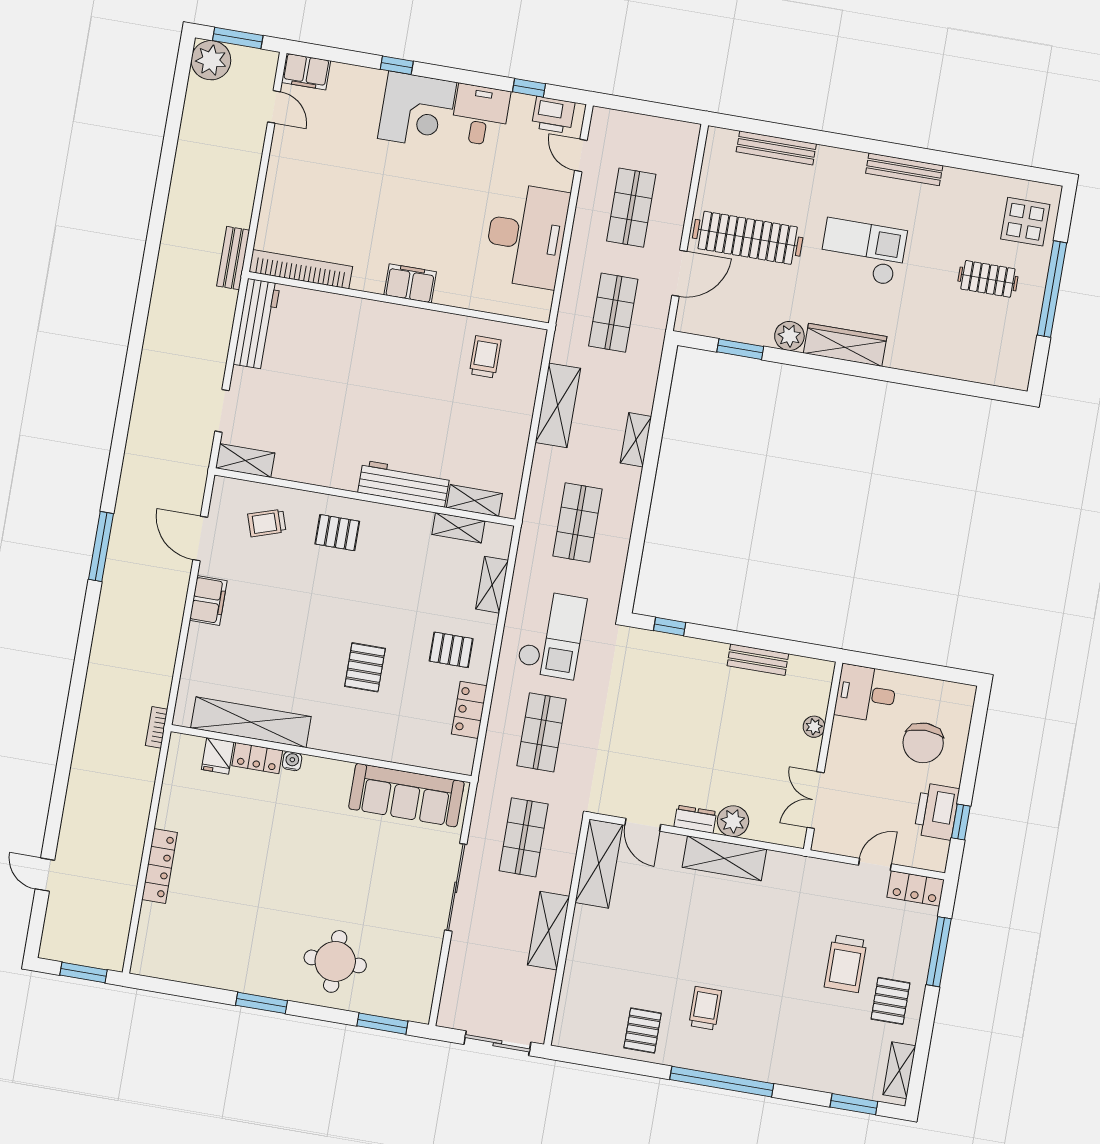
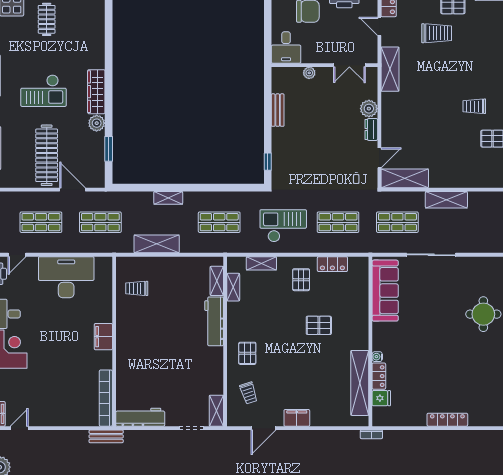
checkout: (863, 252) -> (43, 91), turned -90
shelving: (724, 858) -> (390, 69), moved

